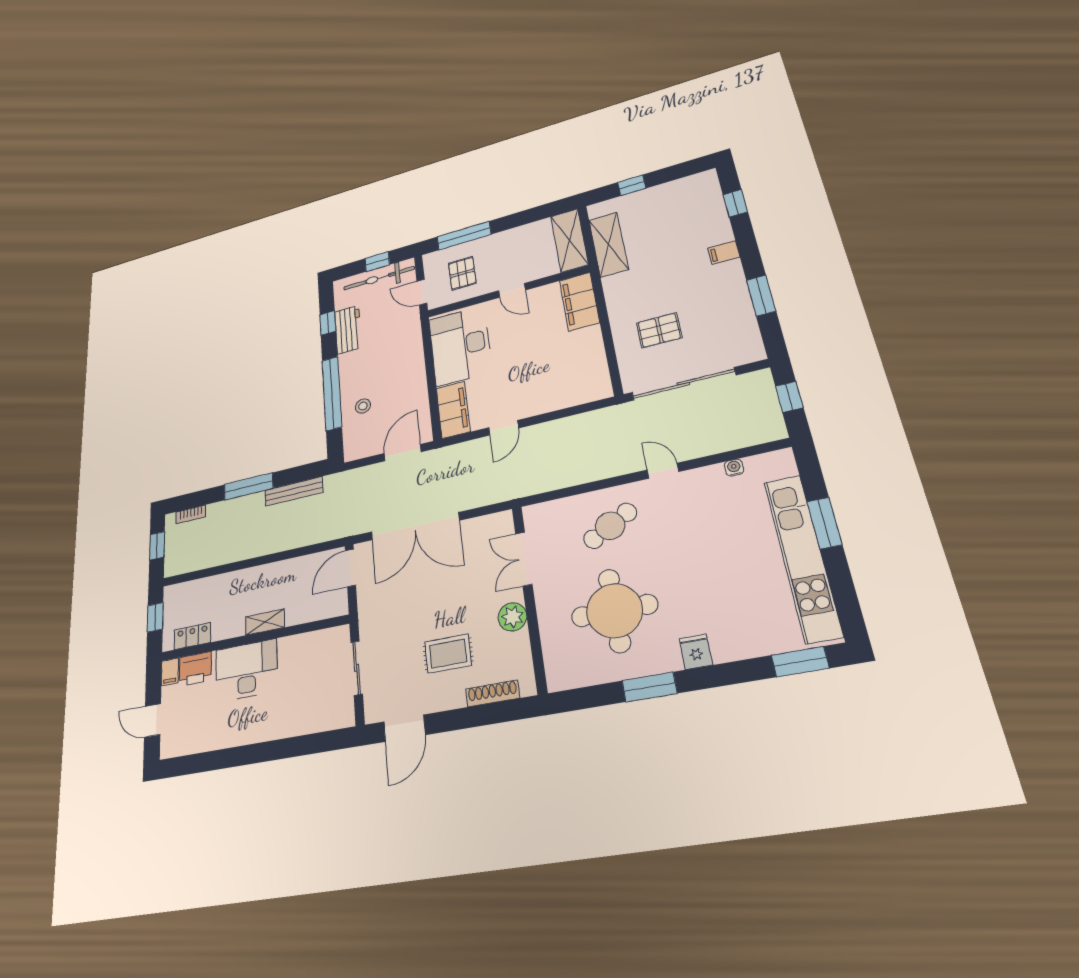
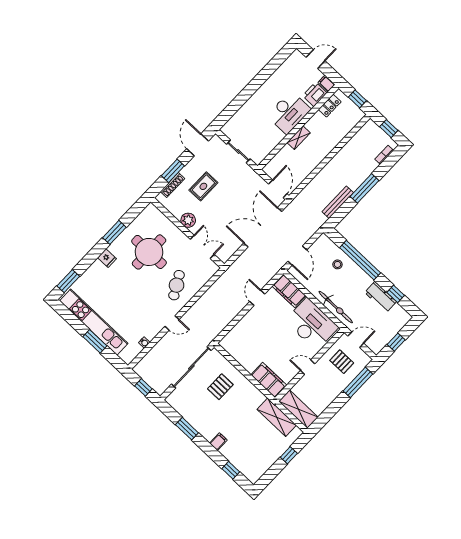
bicycle: (379, 278) -> (336, 307), moved, turned 90
window: (474, 717) -> (173, 171), added

